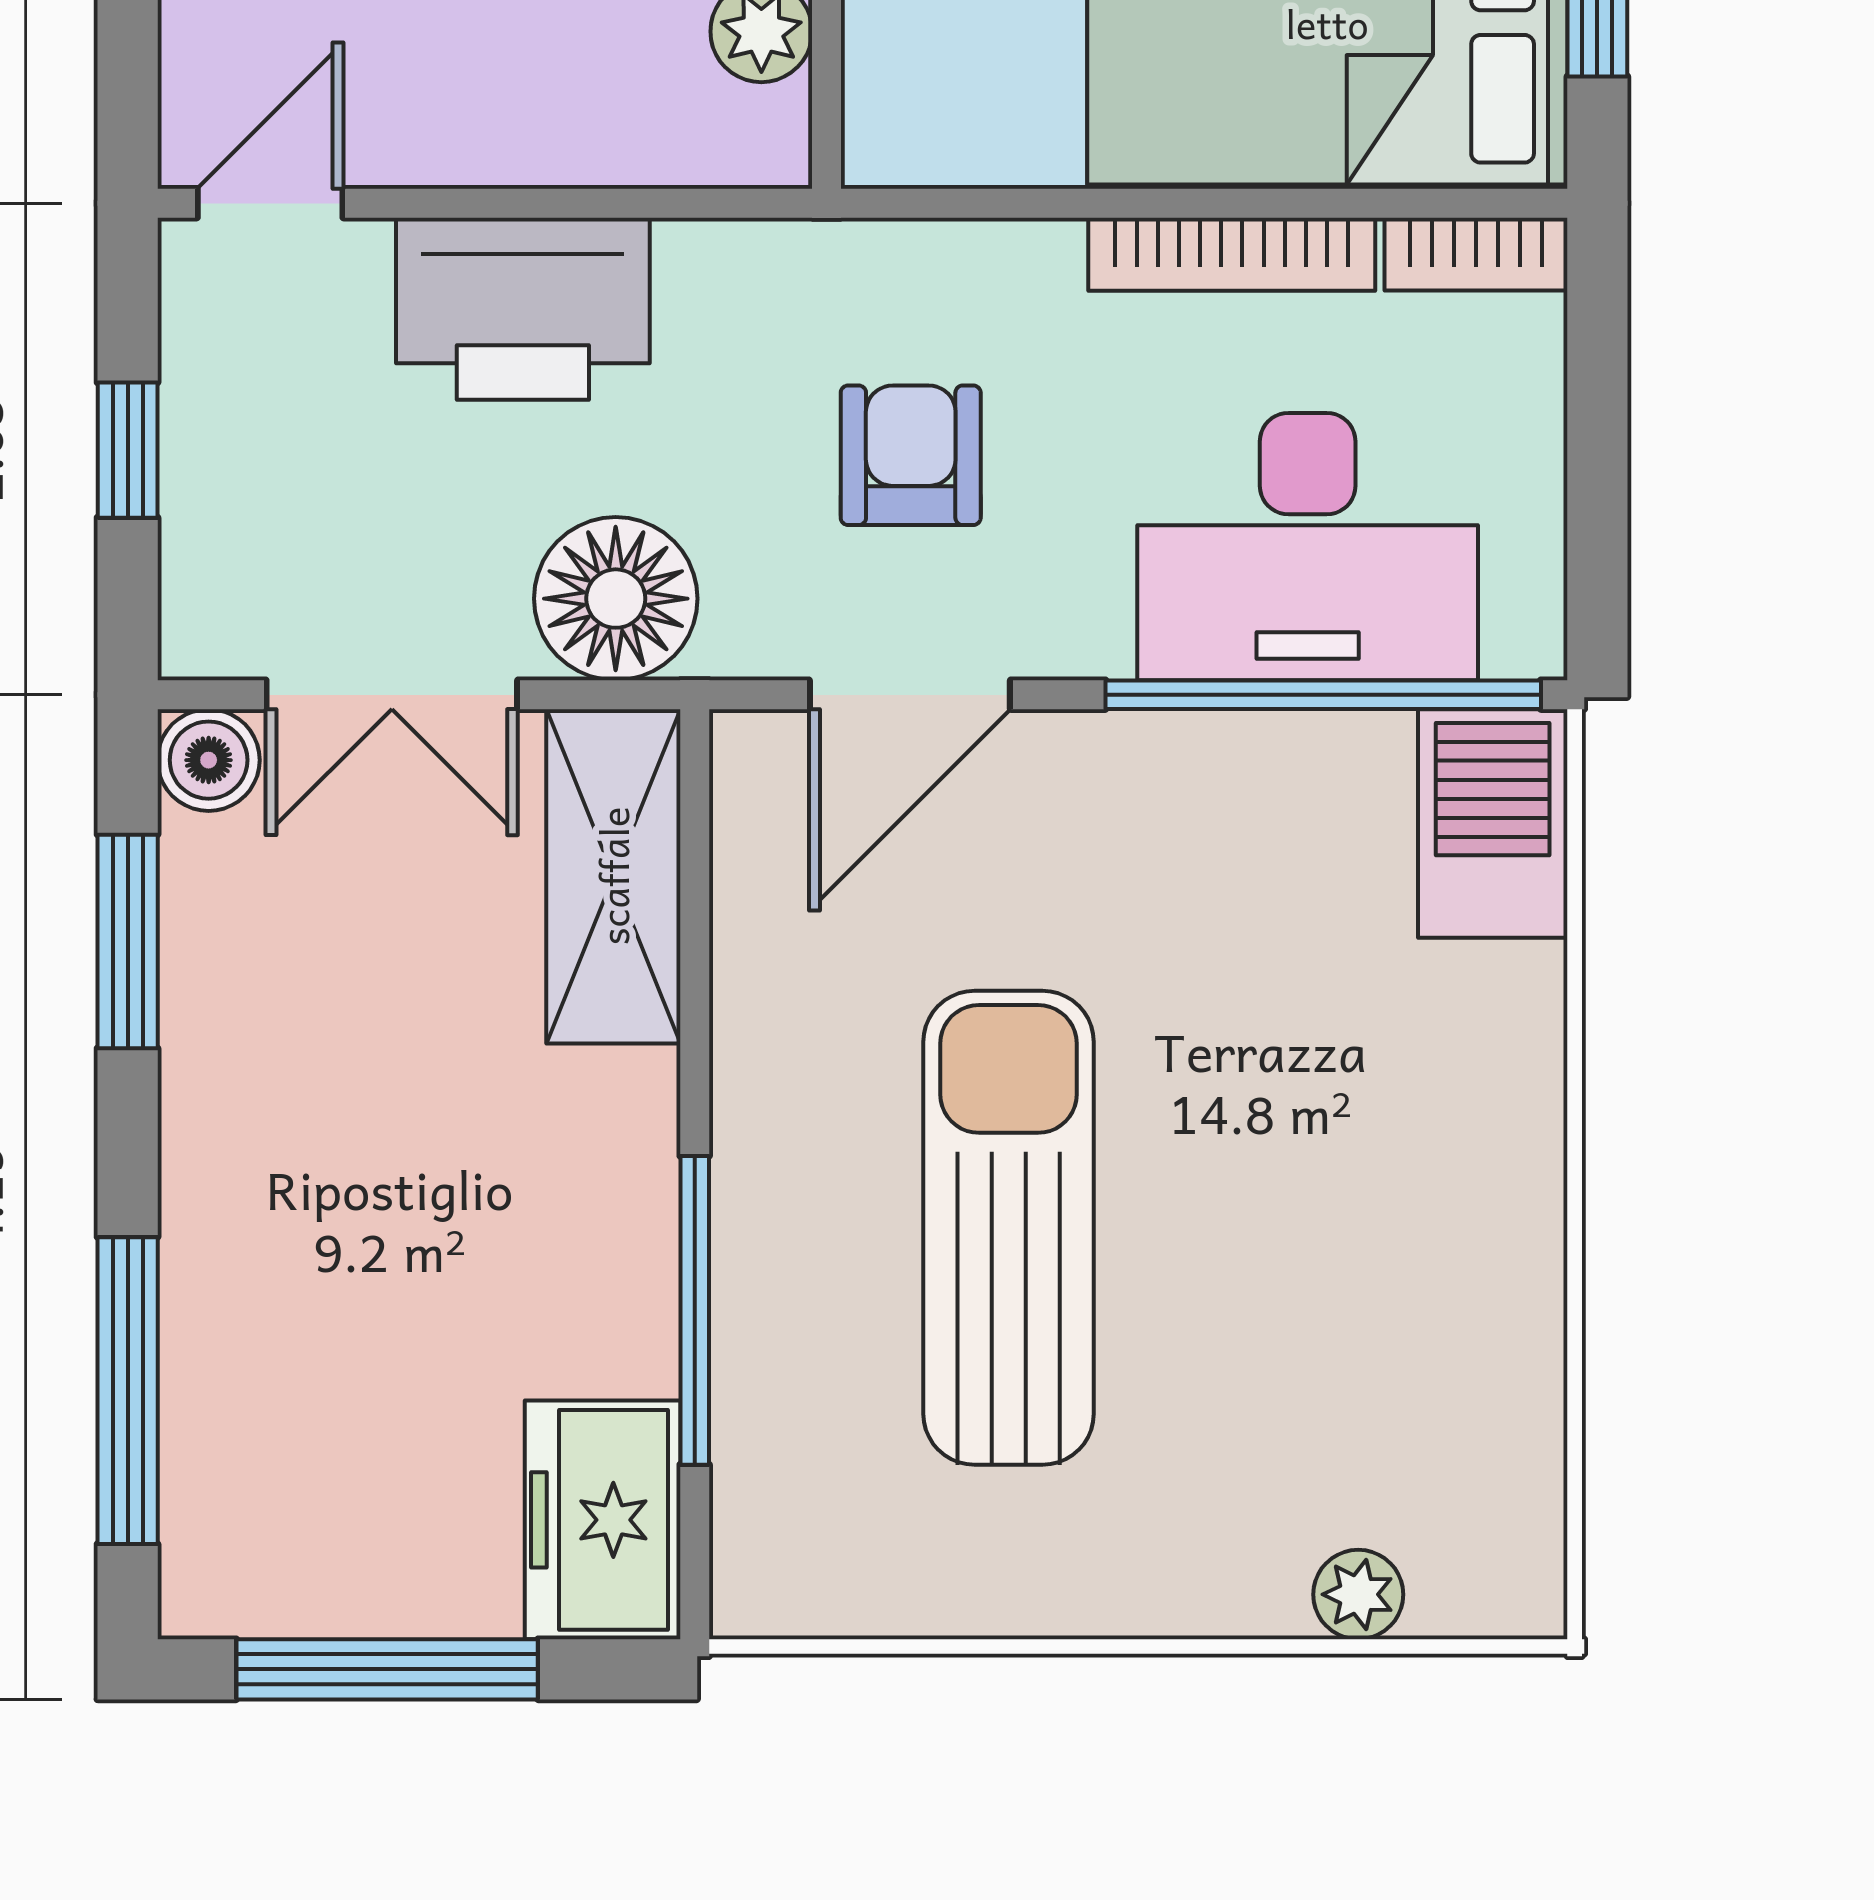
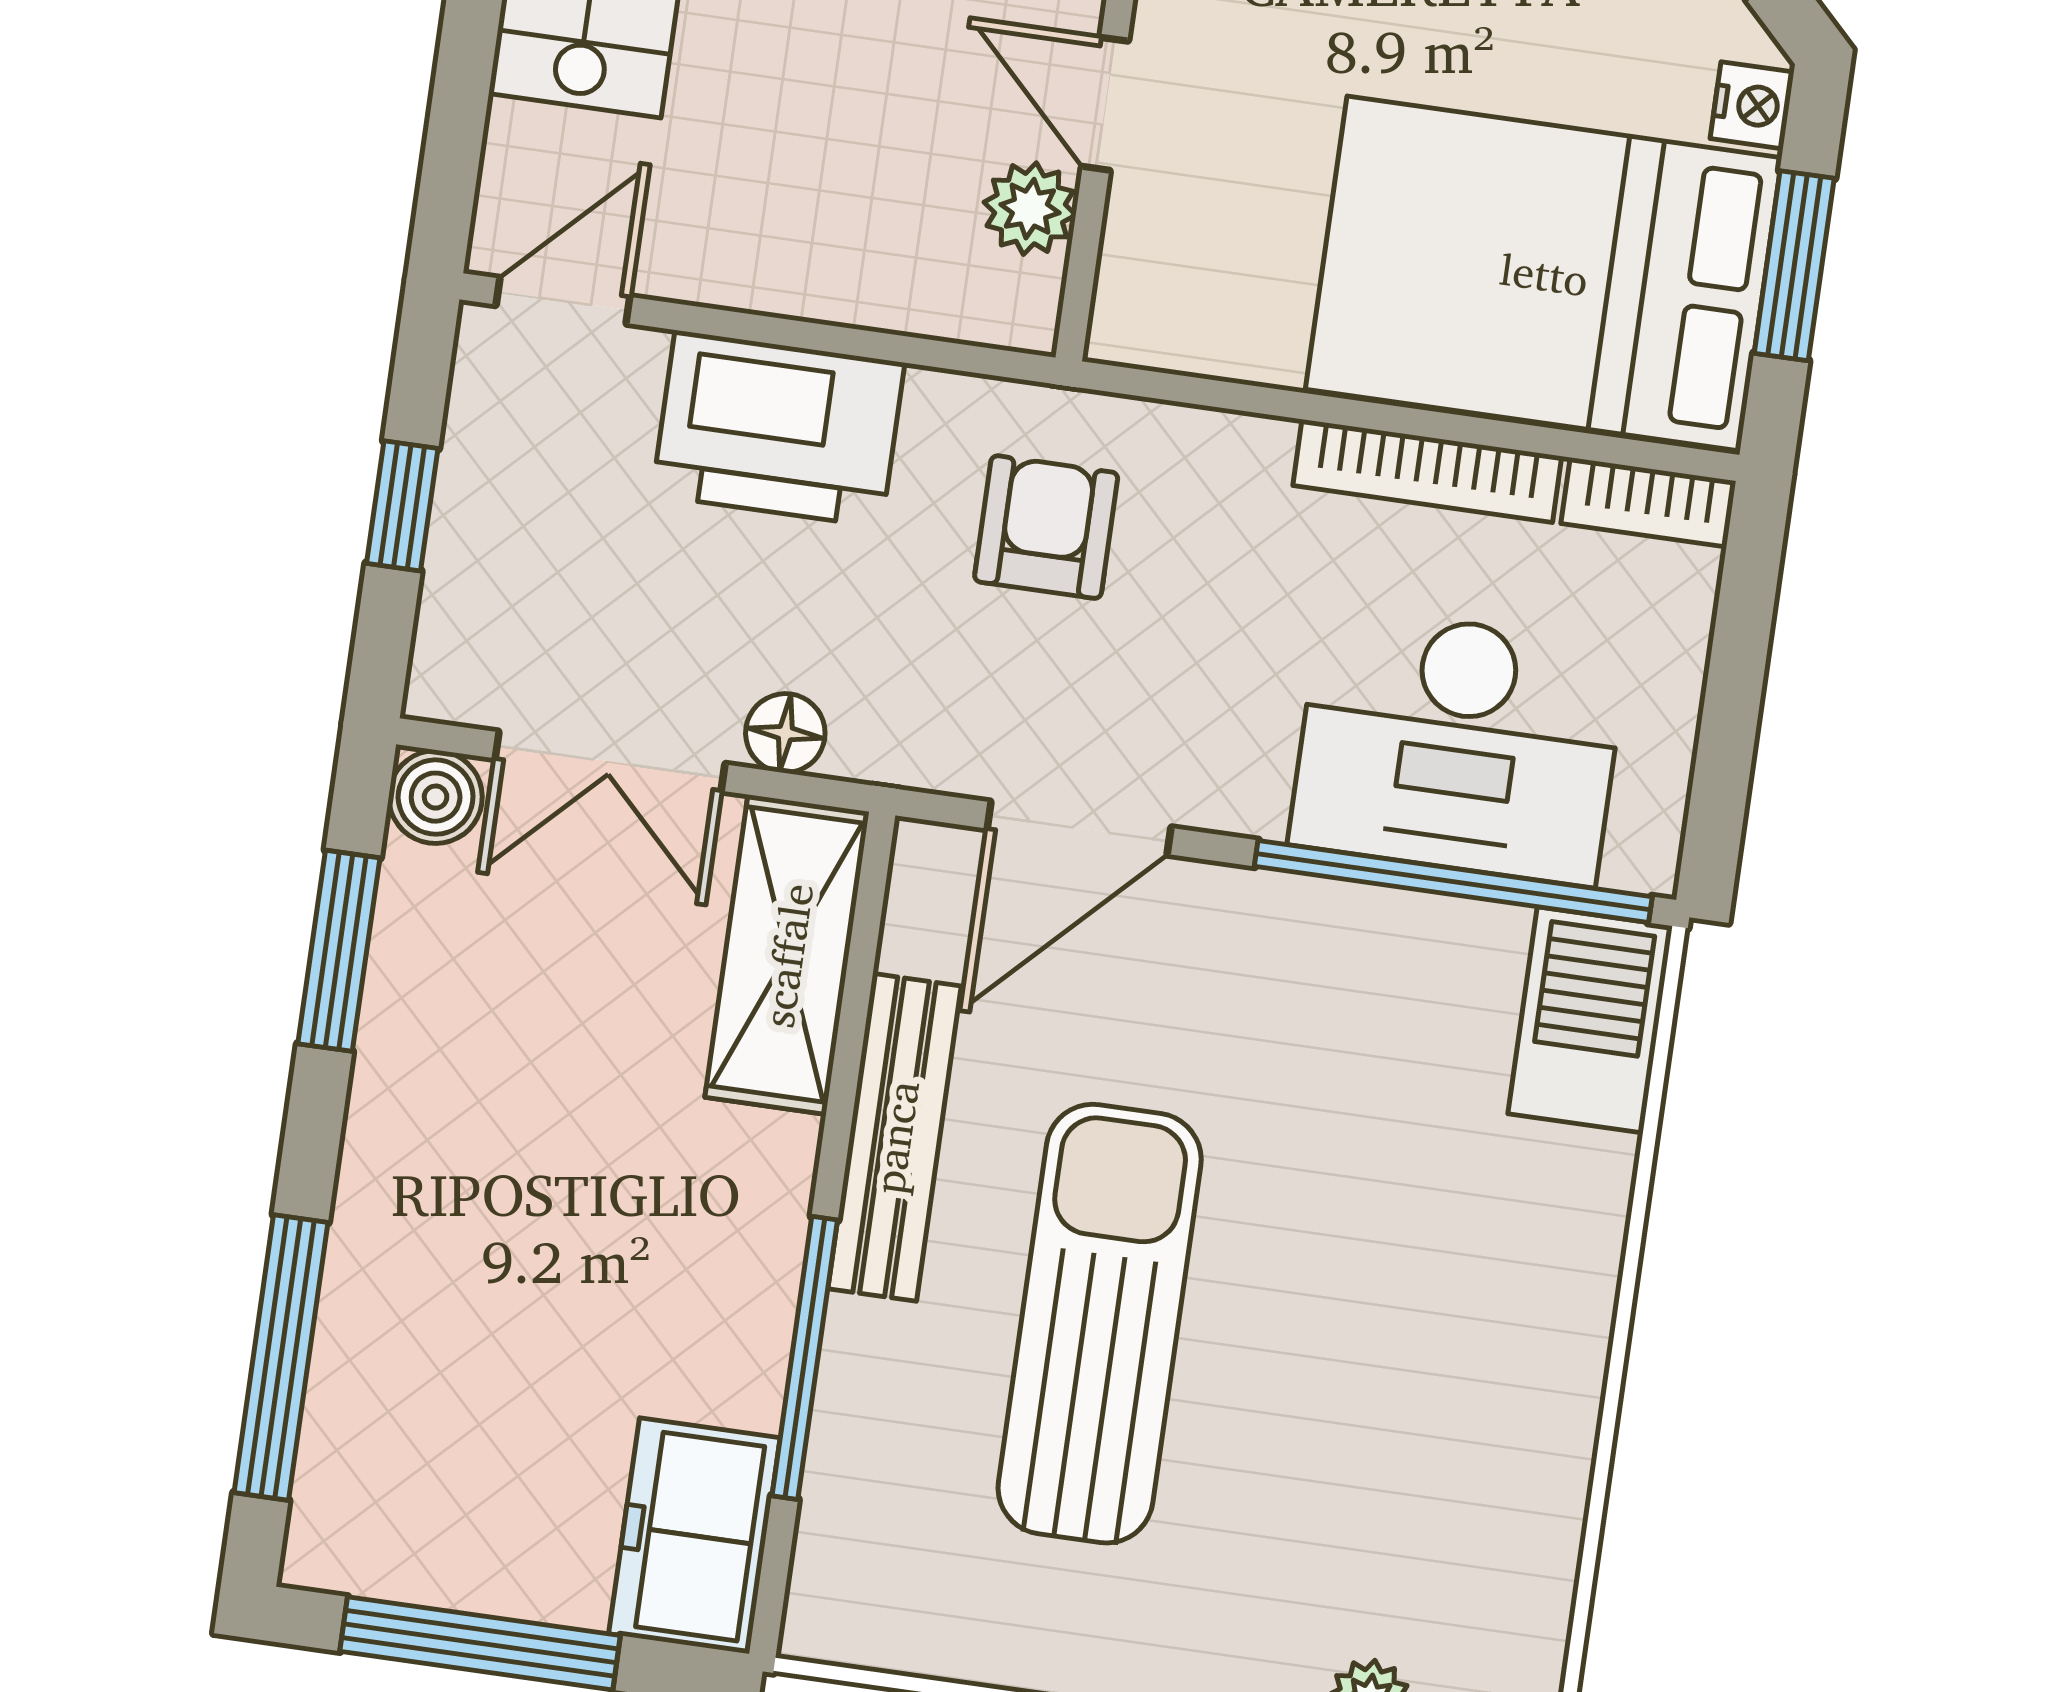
armchair: (911, 455) -> (1046, 527), moved
floor lamp: (616, 599) -> (785, 733), width x0.53, depth x0.53
bench: (758, 1058) -> (895, 1137), added

